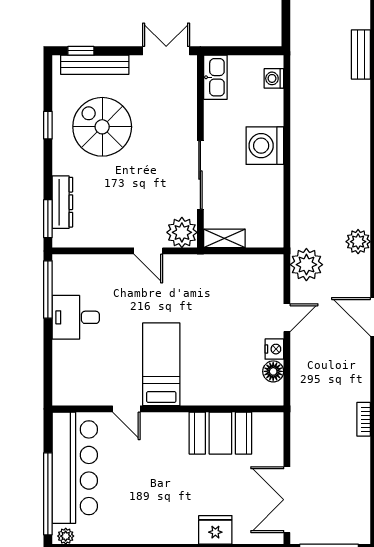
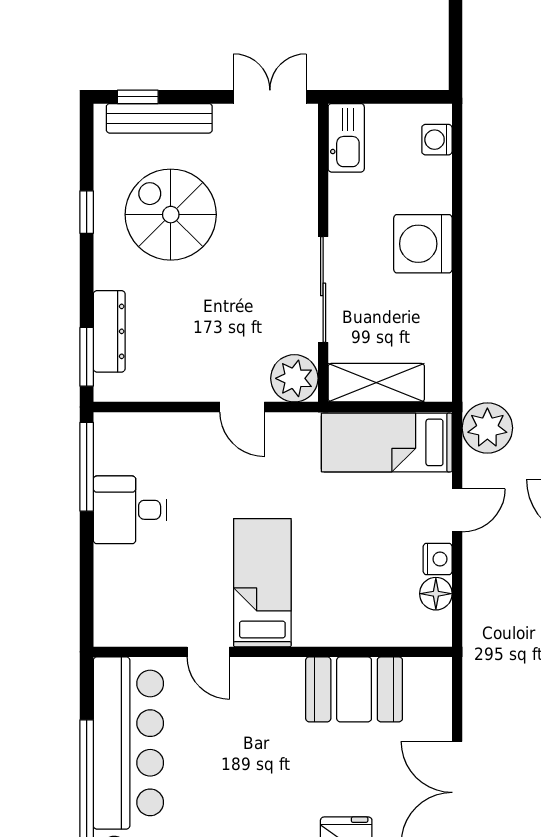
shelving: (224, 238) -> (376, 383), width x1.50, depth x1.33
bed: (242, 274) -> (387, 442), added

